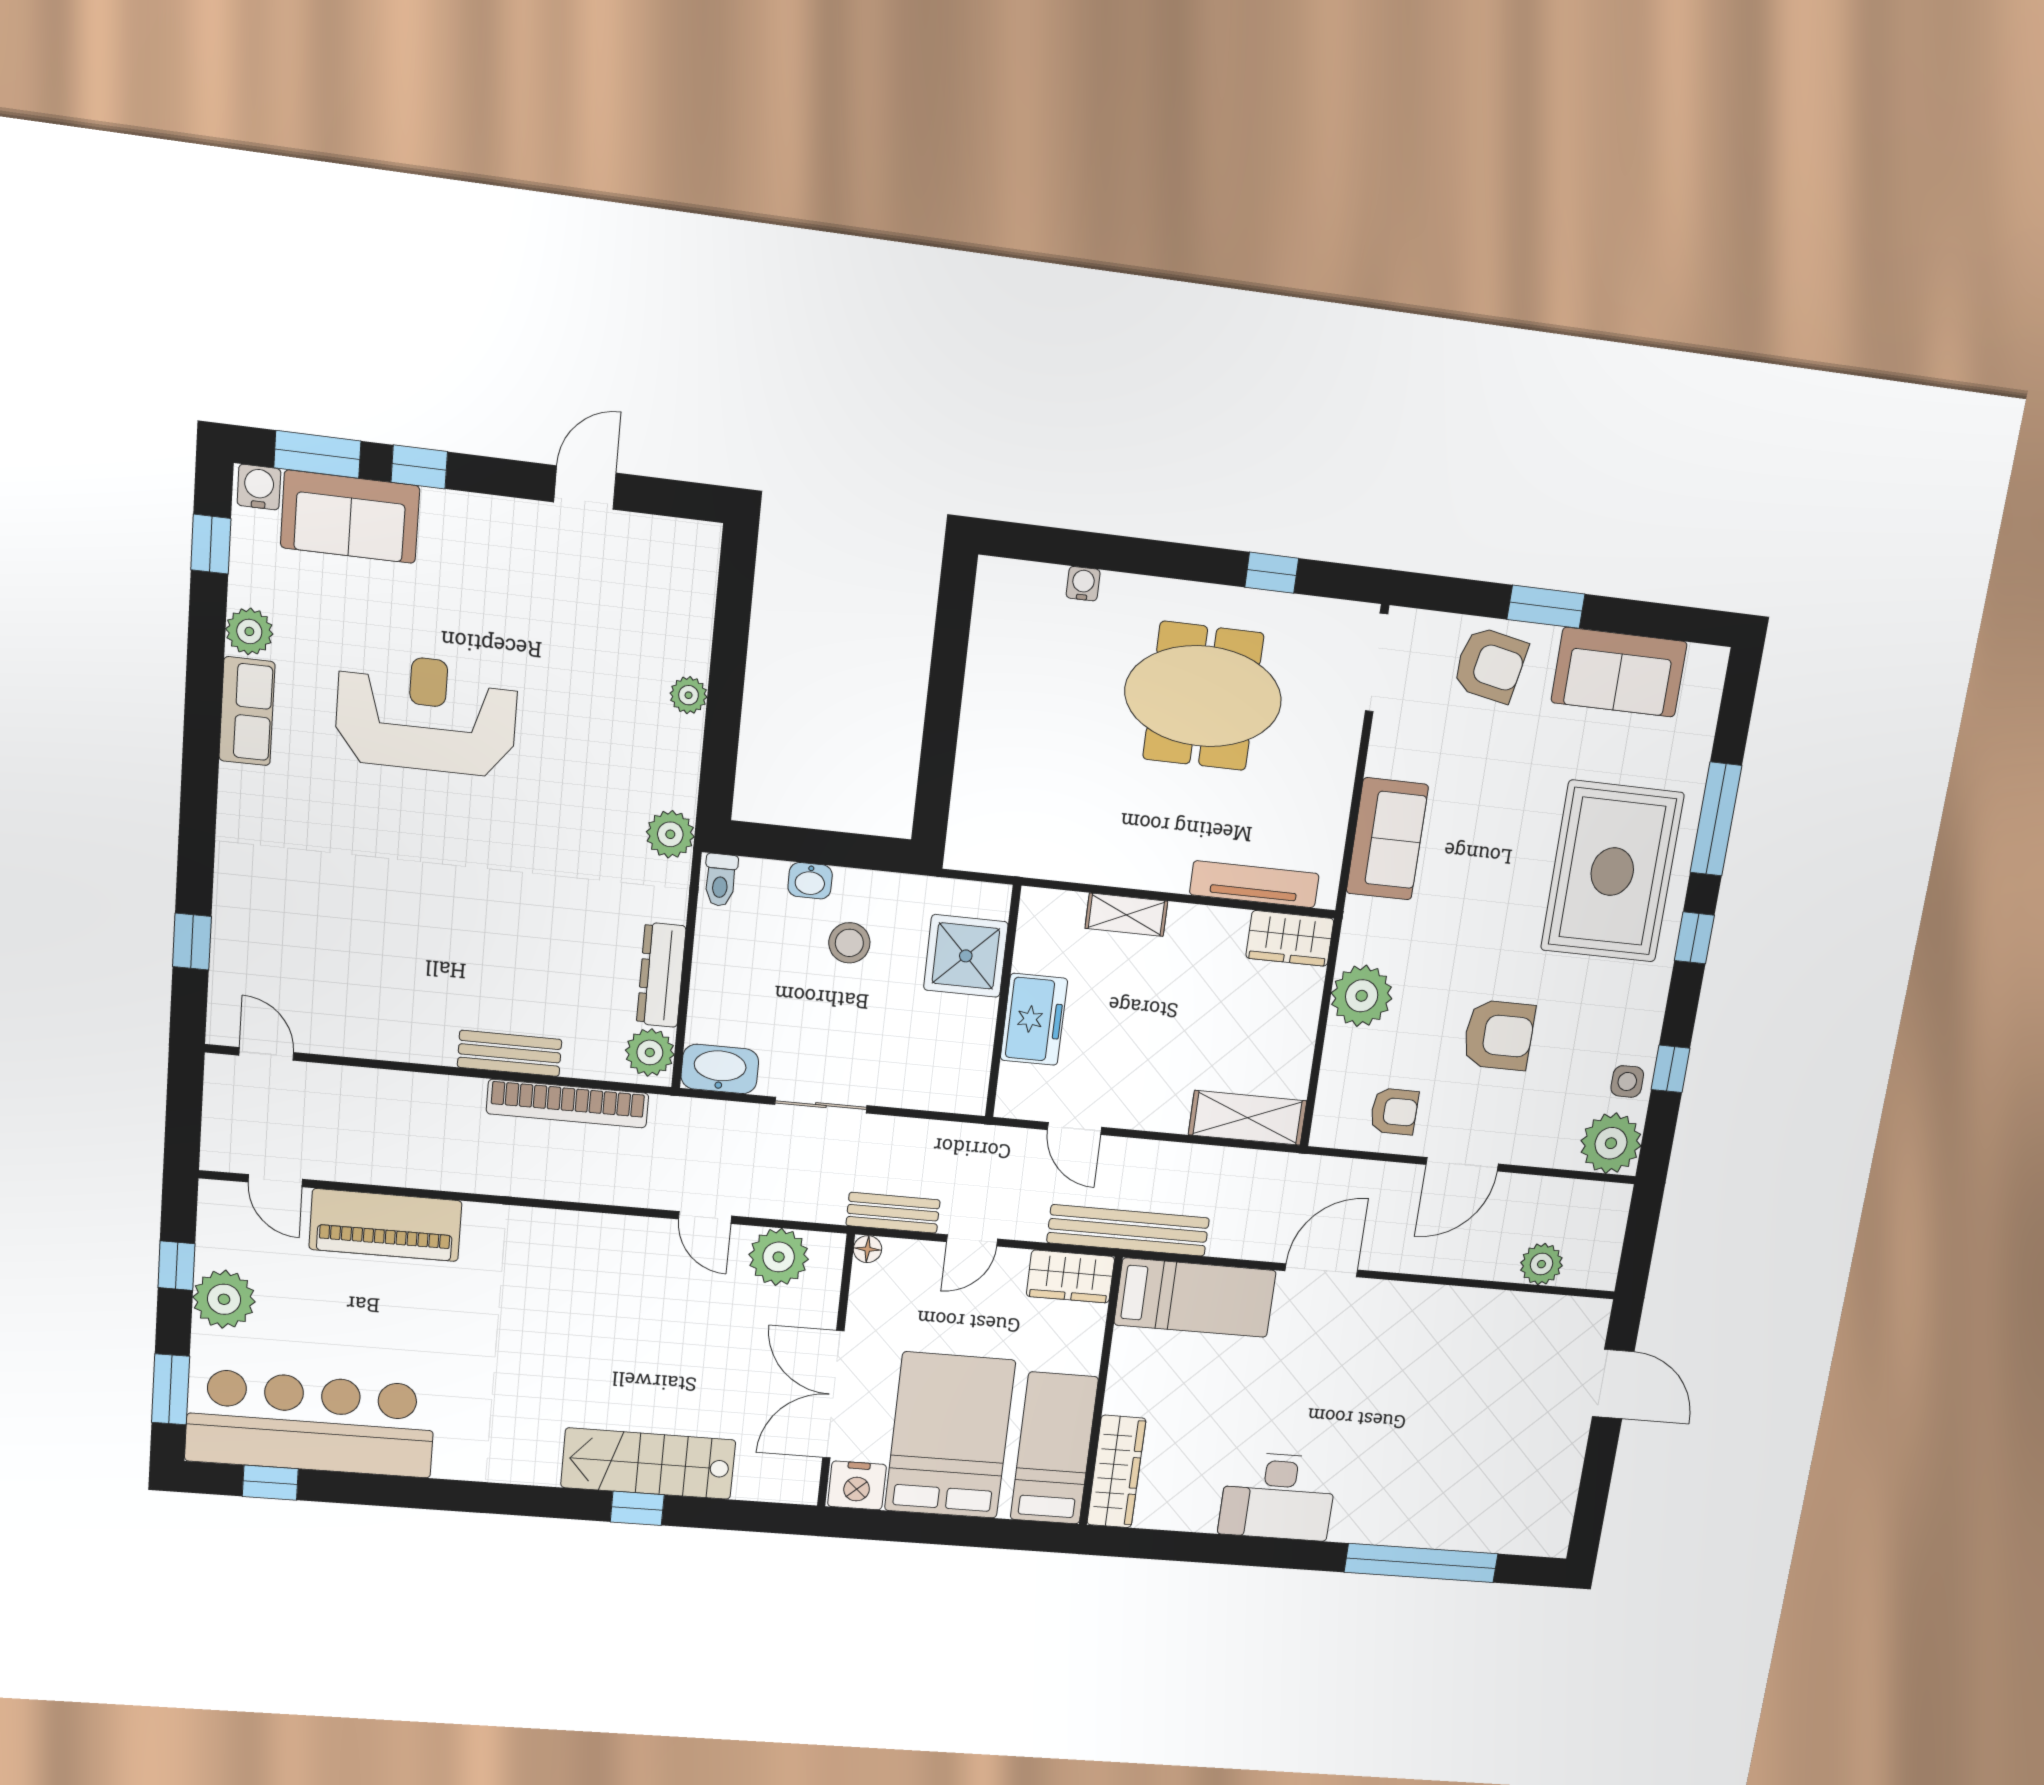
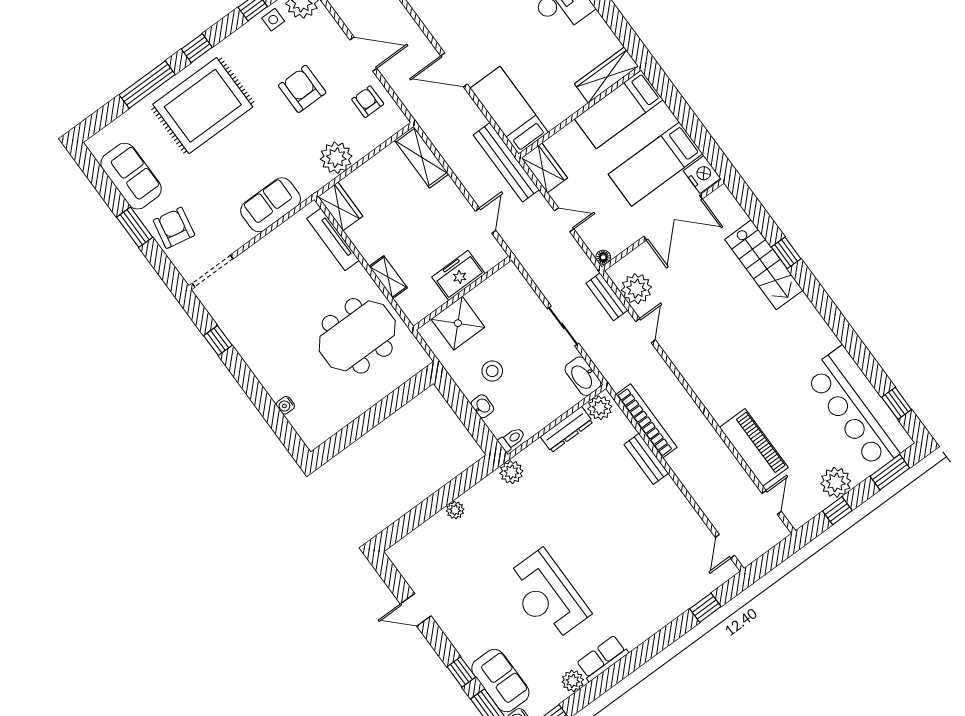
meeting table: (1203, 696) -> (357, 336), moved, turned 90
bench: (893, 1213) -> (607, 297), moved
bed: (950, 1436) -> (655, 164), width x0.67

